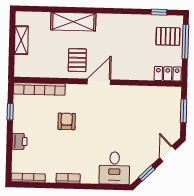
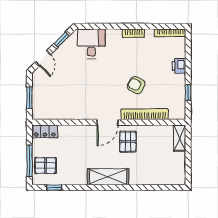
shelving: (73, 22) -> (108, 177), moved
shelving: (21, 40) -> (180, 138), moved
bookcase: (39, 89) -> (145, 114), moved
armchair: (67, 121) -> (136, 85), turned 117

